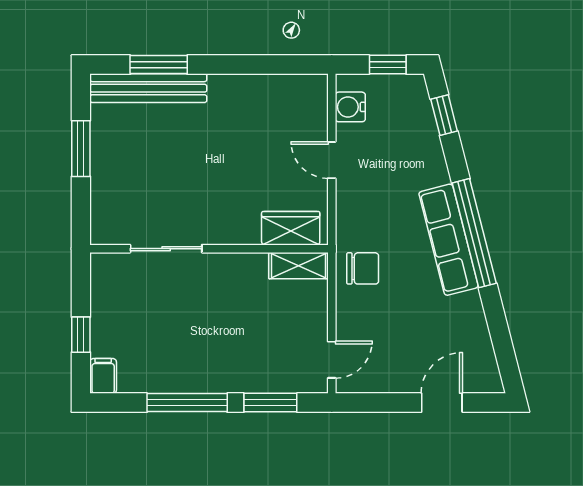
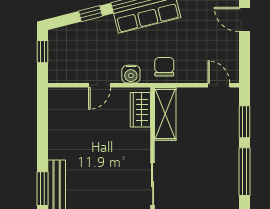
water cooler: (350, 107) -> (131, 74), moved
window: (444, 115) -> (90, 14), moved
shelving: (298, 266) -> (165, 114), width x1.50, depth x1.33

